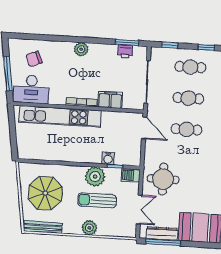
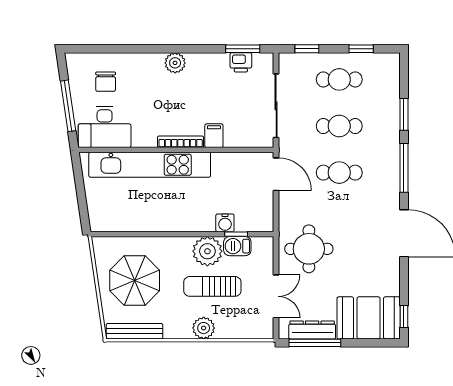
chair: (34, 59) -> (106, 82), turned -67
filing cabinet: (110, 100) -> (214, 136), width x0.50
barbecue: (131, 175) -> (237, 246), moved

